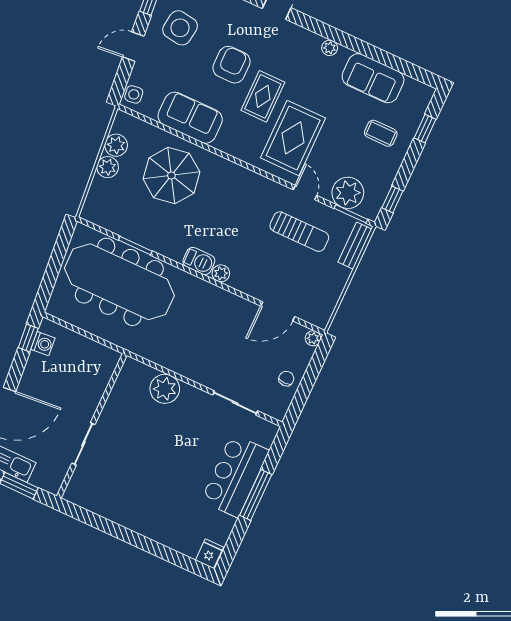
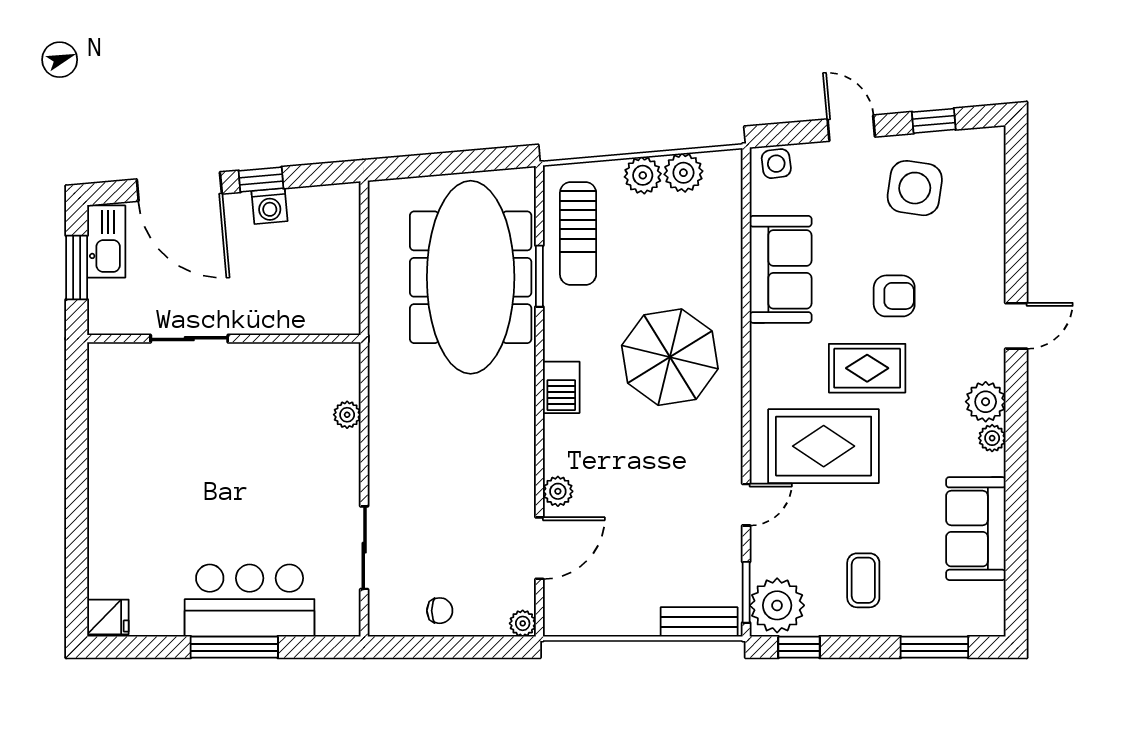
plant: (309, 42) -> (986, 402), added
armchair: (232, 65) -> (894, 296), width x0.72, depth x0.72
window: (425, 129) -> (934, 647), width x1.50
coffee table: (381, 133) -> (863, 580), moved
parasol: (171, 175) -> (670, 357), moved
plant: (348, 193) -> (777, 605), moved
sun lounger: (299, 232) -> (578, 234), moved
plant: (221, 273) -> (558, 491), moved
door: (278, 311) -> (539, 548), swing flipped
window: (28, 338) -> (261, 179), moved
washing machine: (43, 344) -> (269, 206), moved
plant: (165, 389) -> (347, 415), width x0.53, depth x0.53

